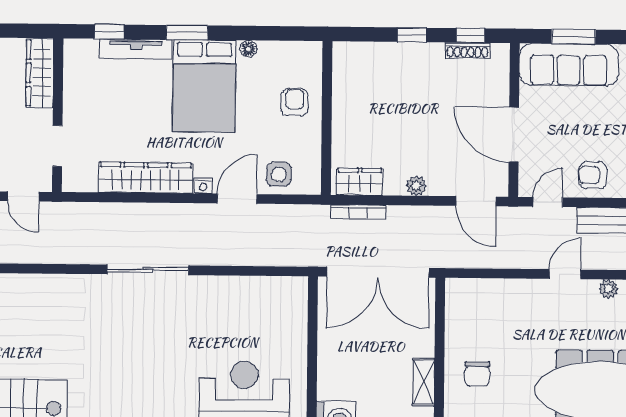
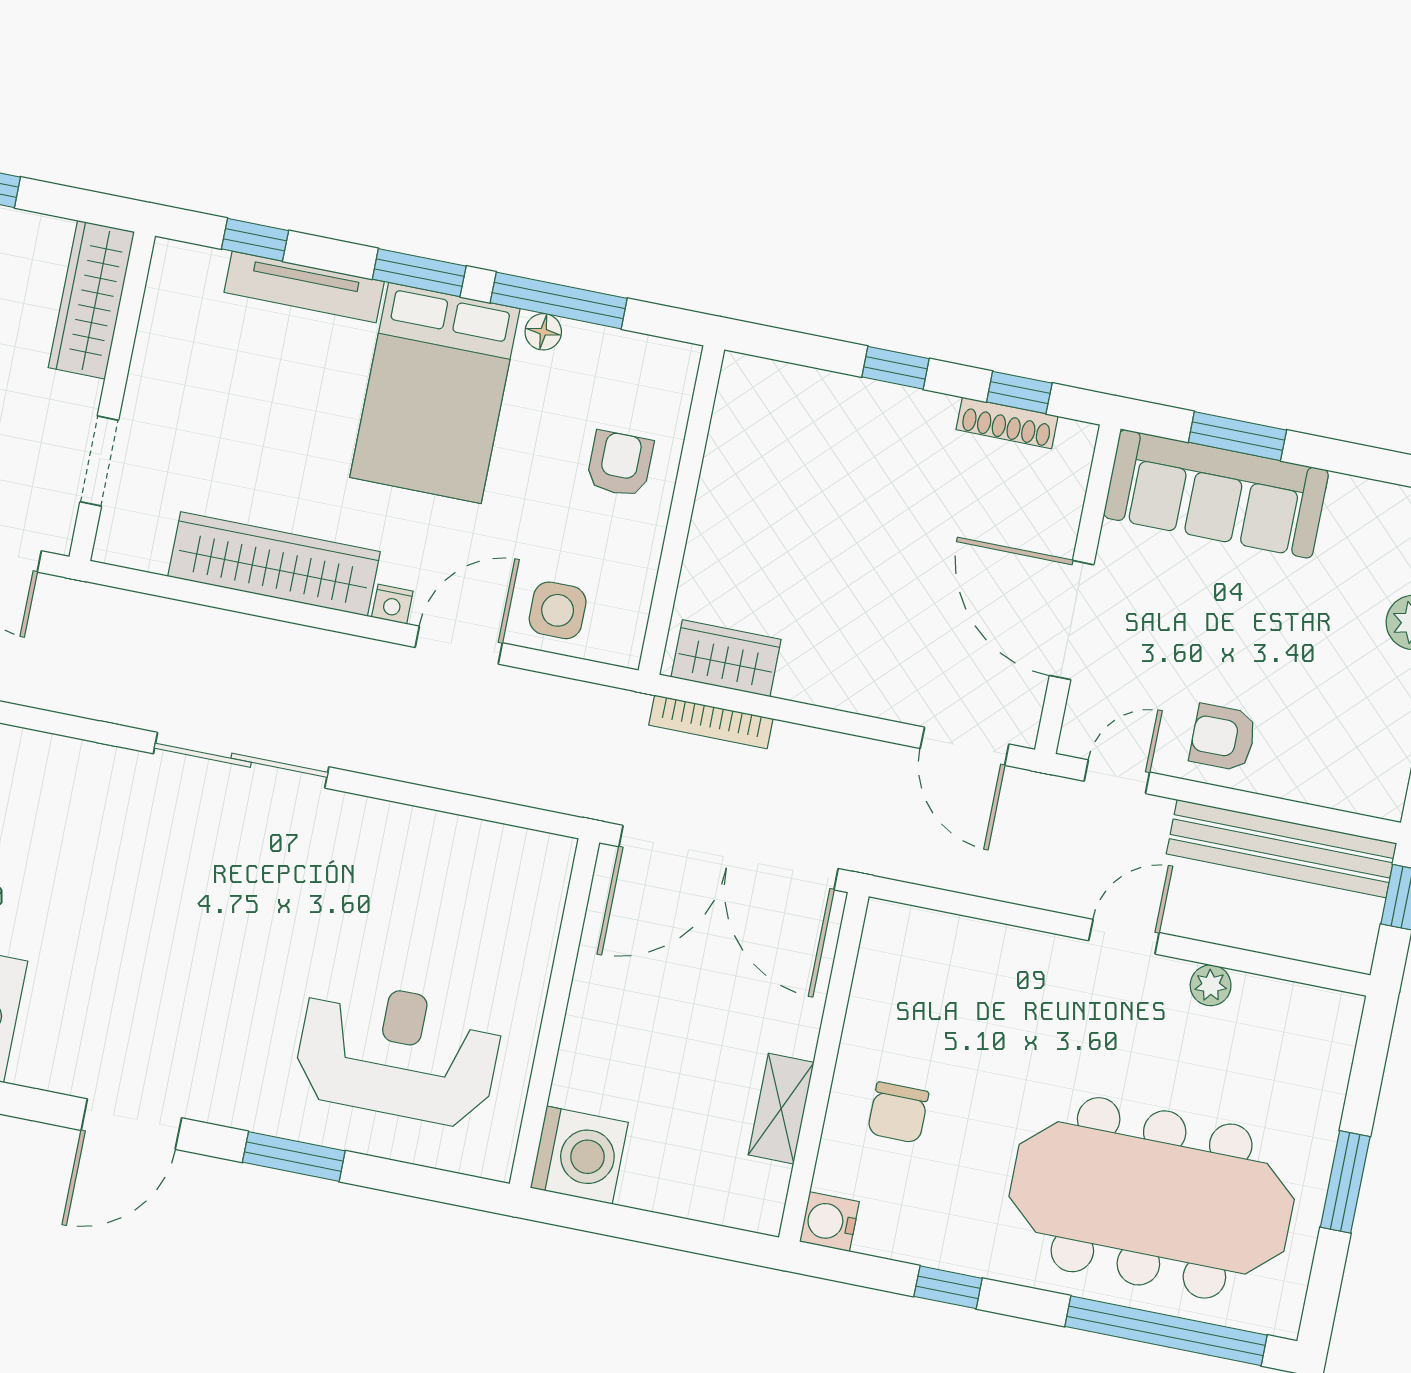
window: (253, 33) -> (559, 301), added
plant: (416, 186) -> (845, 690), removed

